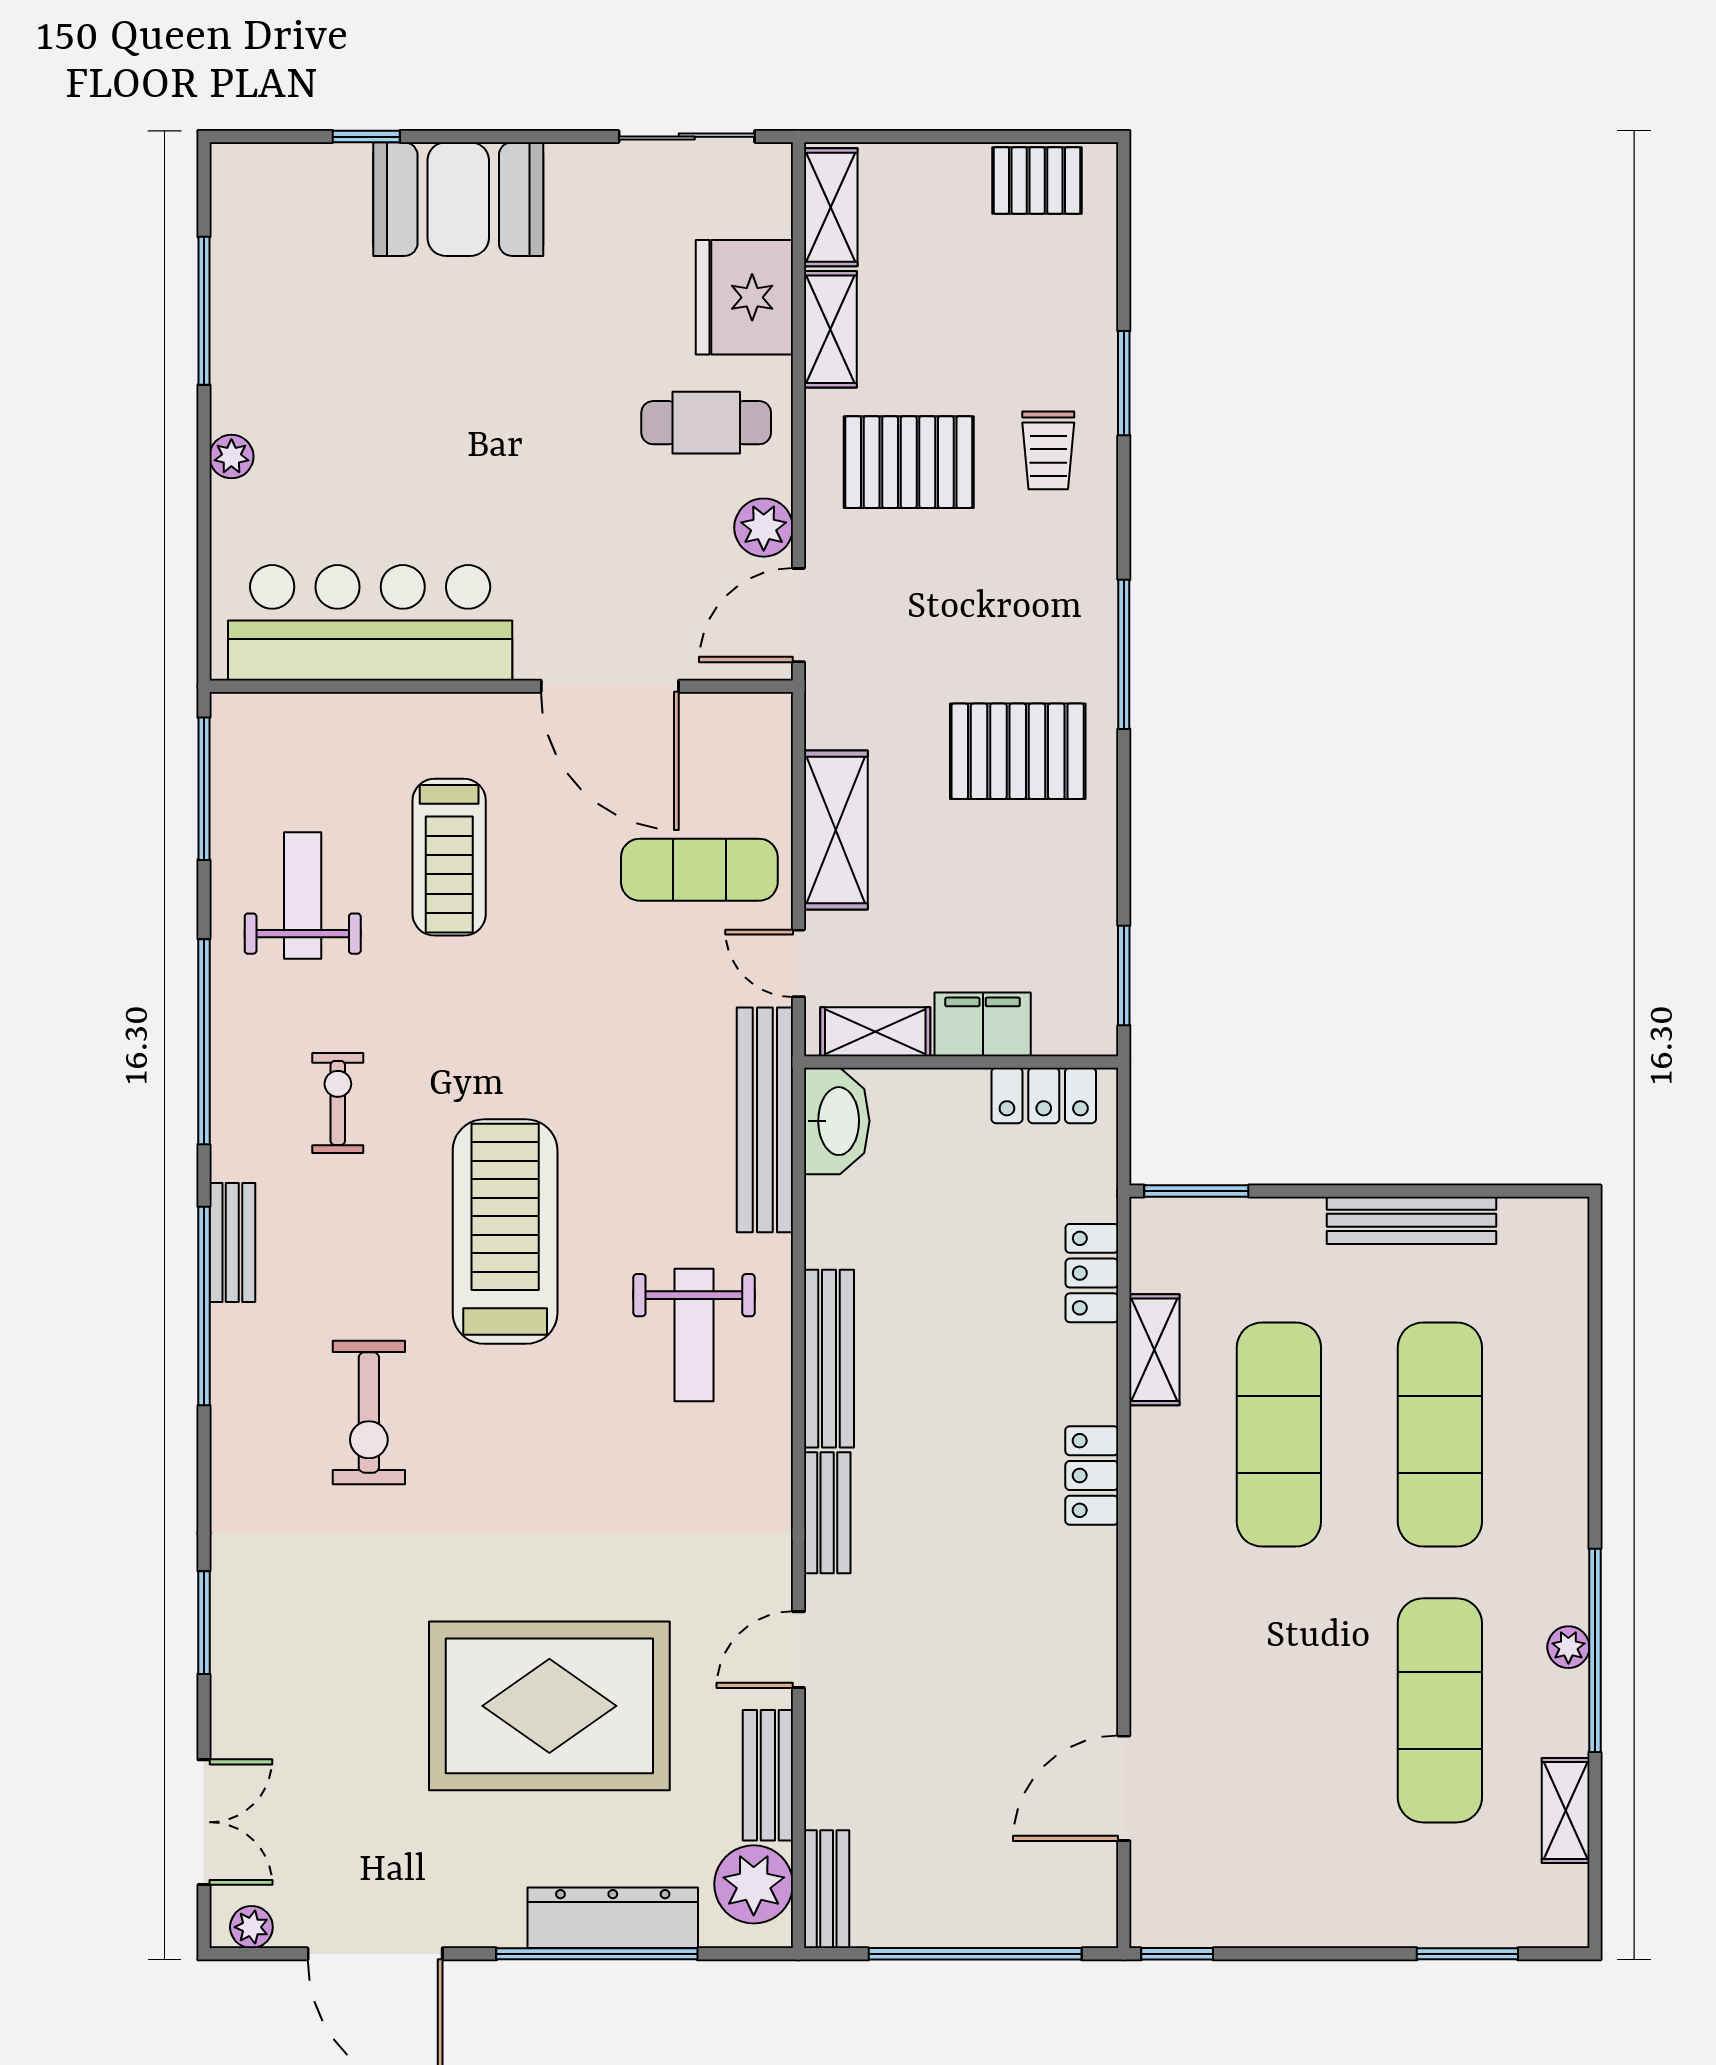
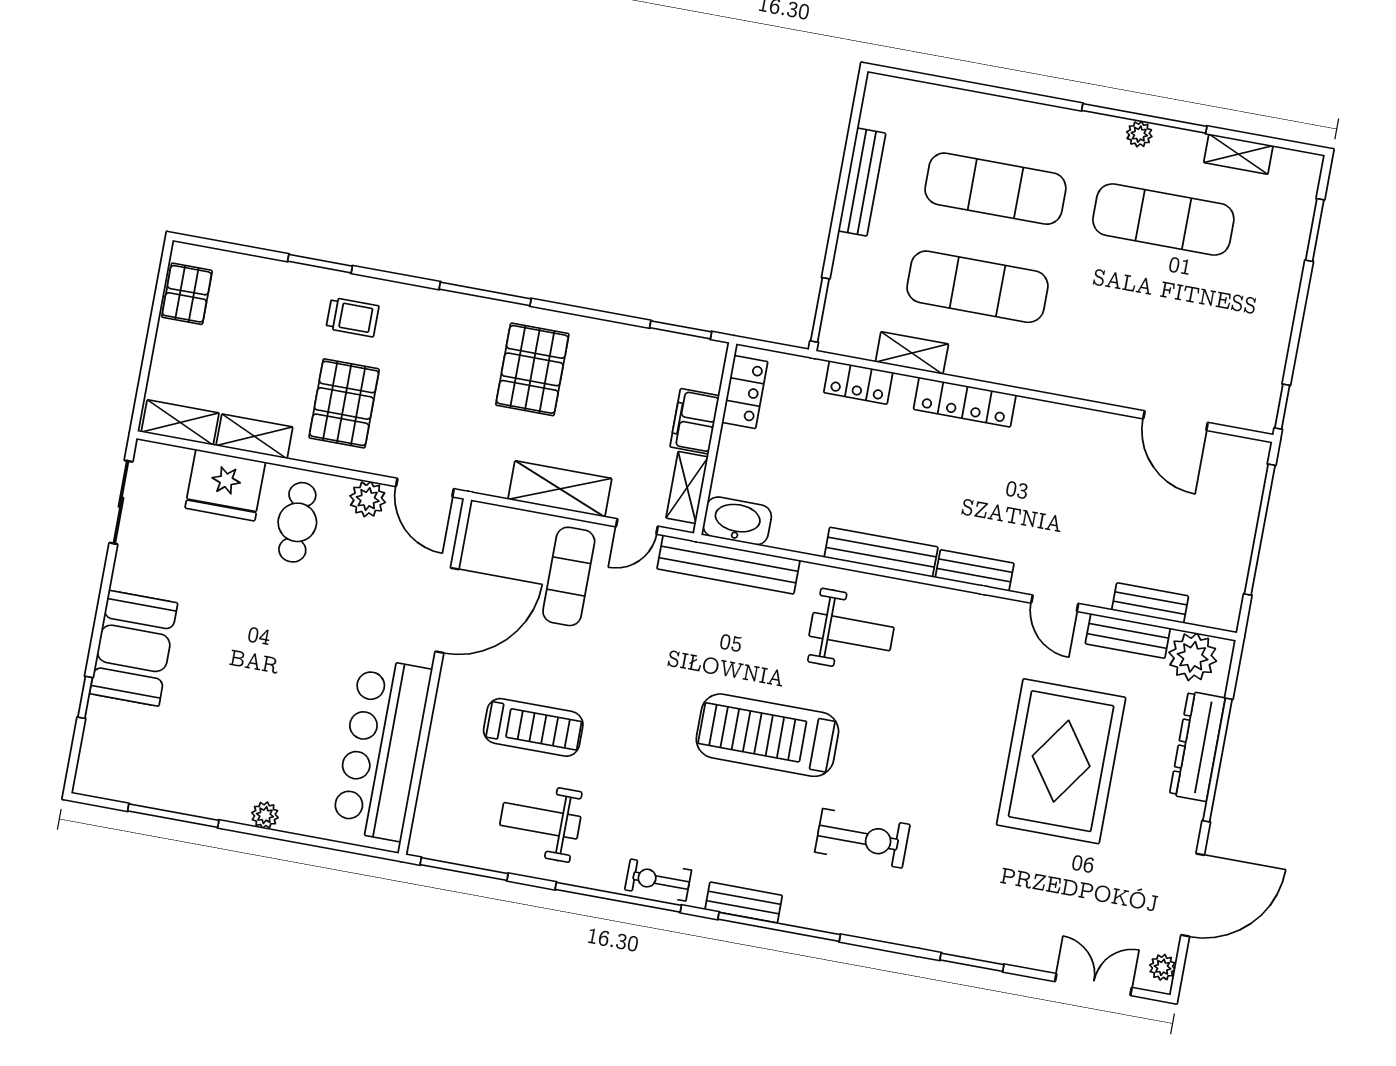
exercise bike: (338, 1103) -> (658, 880), moved
locker: (1092, 1476) -> (965, 402), width x1.53
bench: (827, 1889) -> (1150, 603), moved

